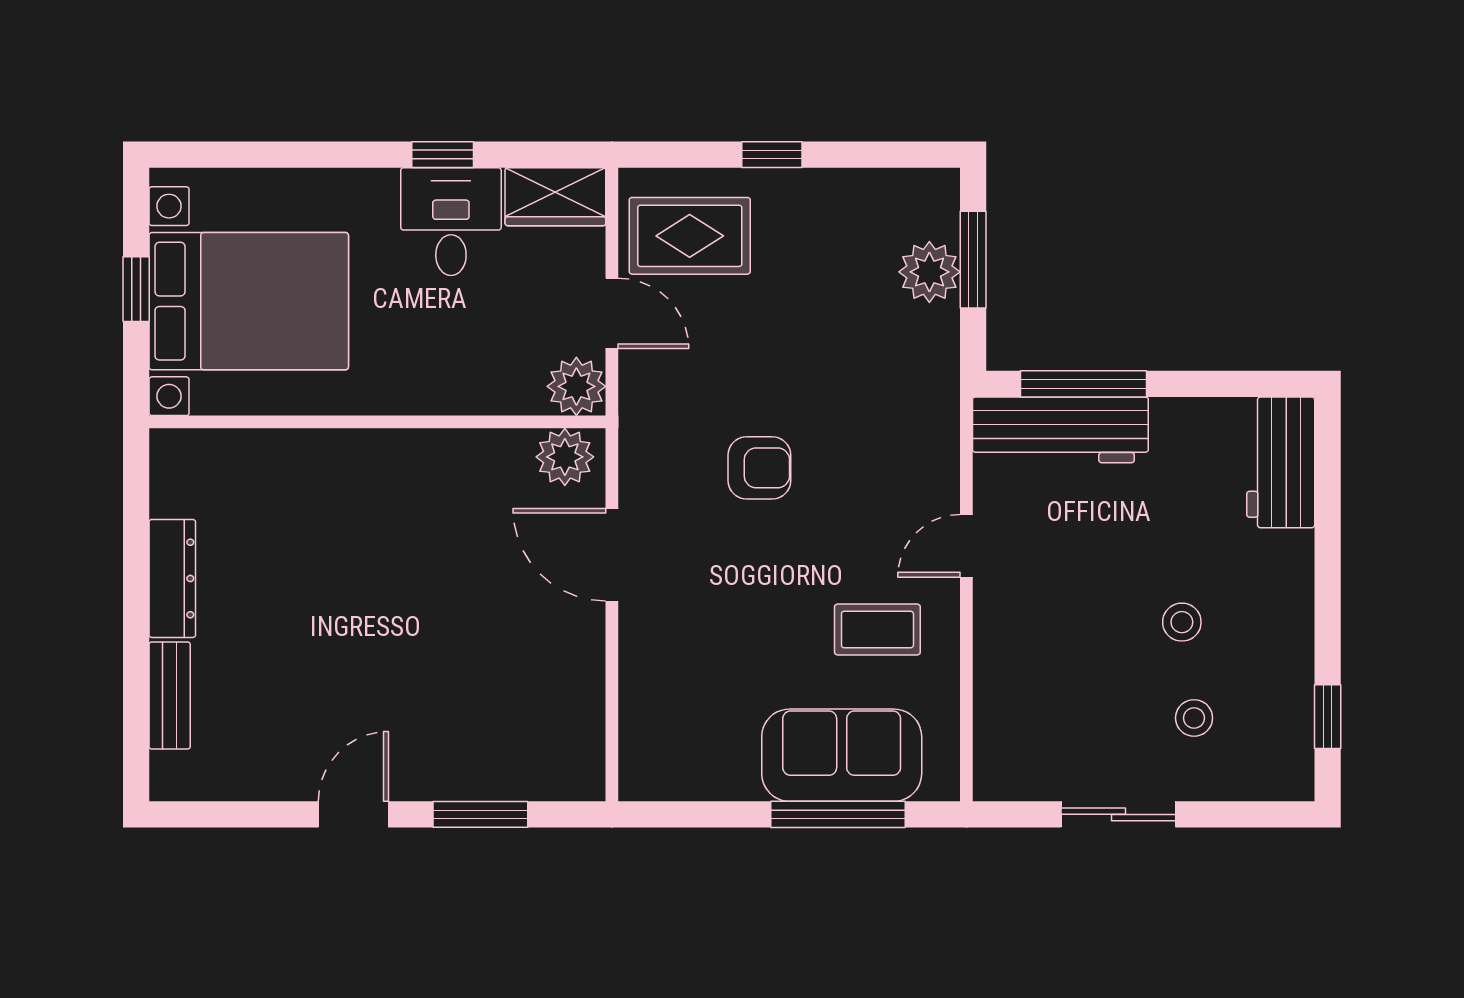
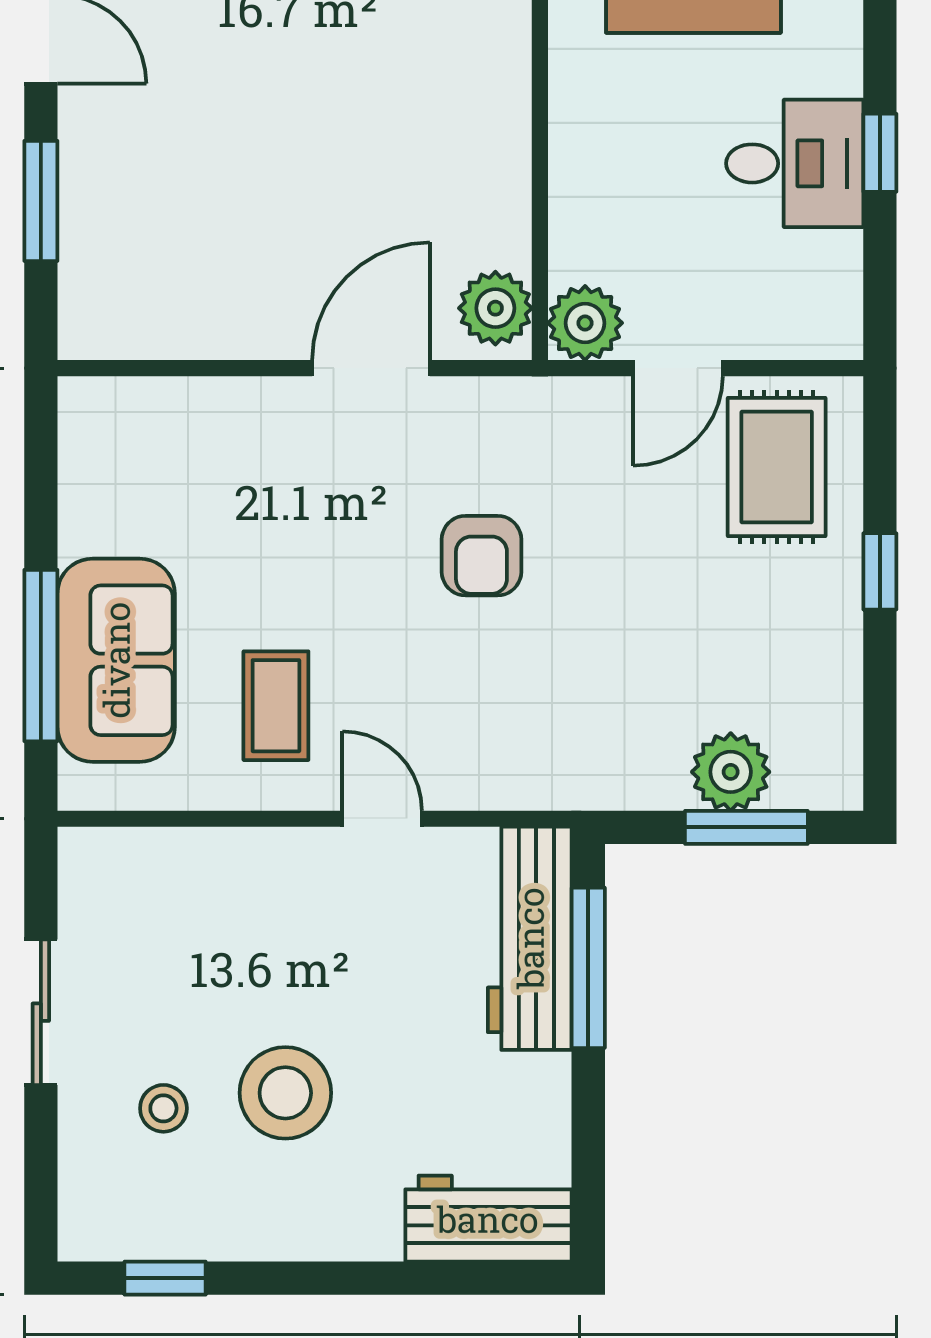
wardrobe: (555, 197) -> (826, 296), removed
stool: (1182, 622) -> (285, 1093), width x1.89, depth x1.89

